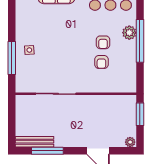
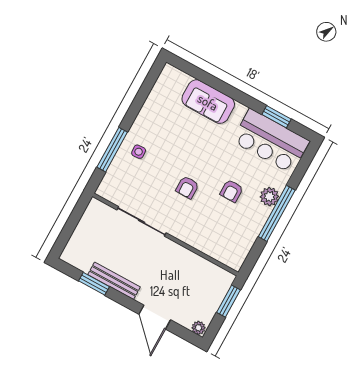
armchair: (101, 62) -> (187, 187), moved
bench: (34, 142) -> (114, 281), moved
window: (47, 151) -> (94, 284), width x0.69

